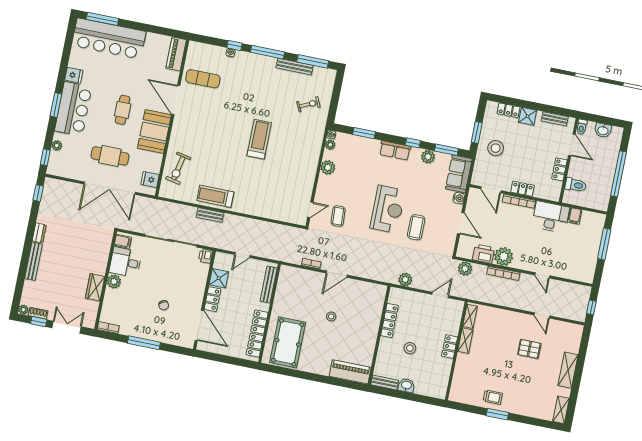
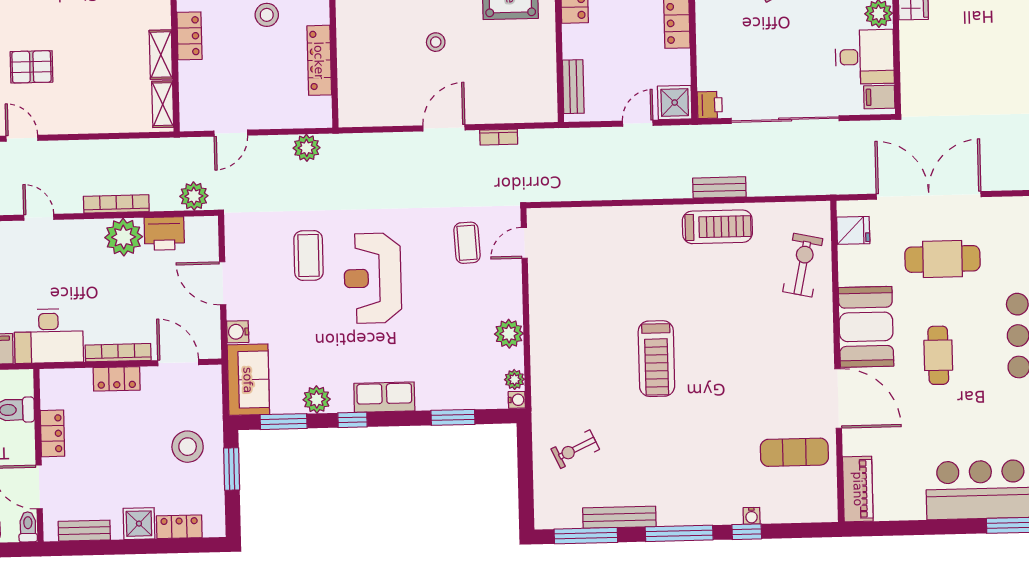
shower: (219, 278) -> (675, 102), moved
bench: (269, 284) -> (573, 87), width x0.73

